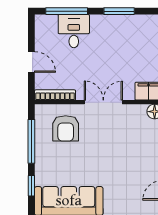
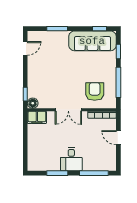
desk: (74, 31) -> (71, 159), moved

